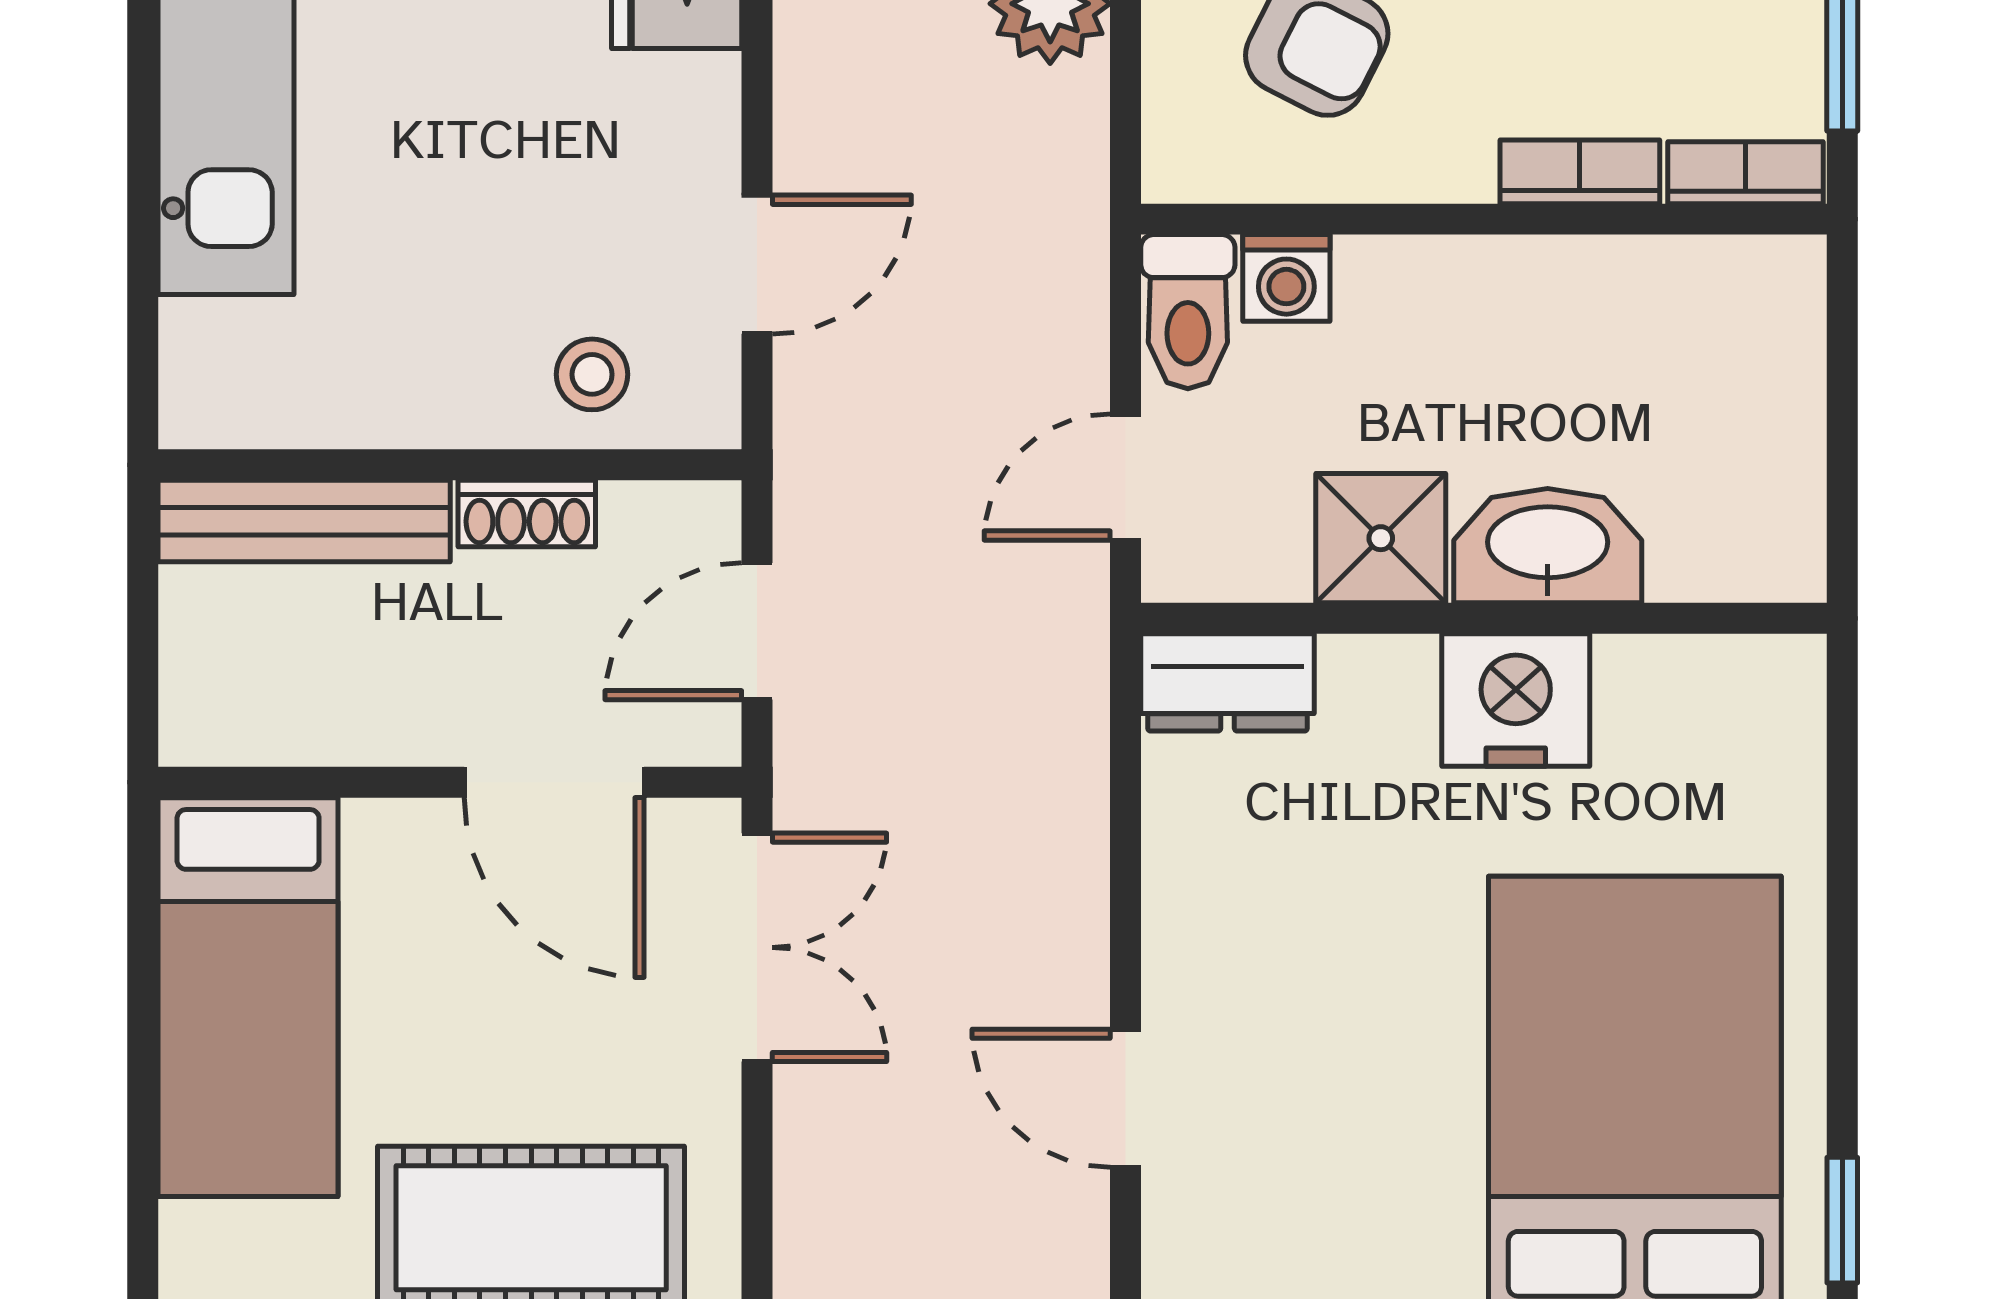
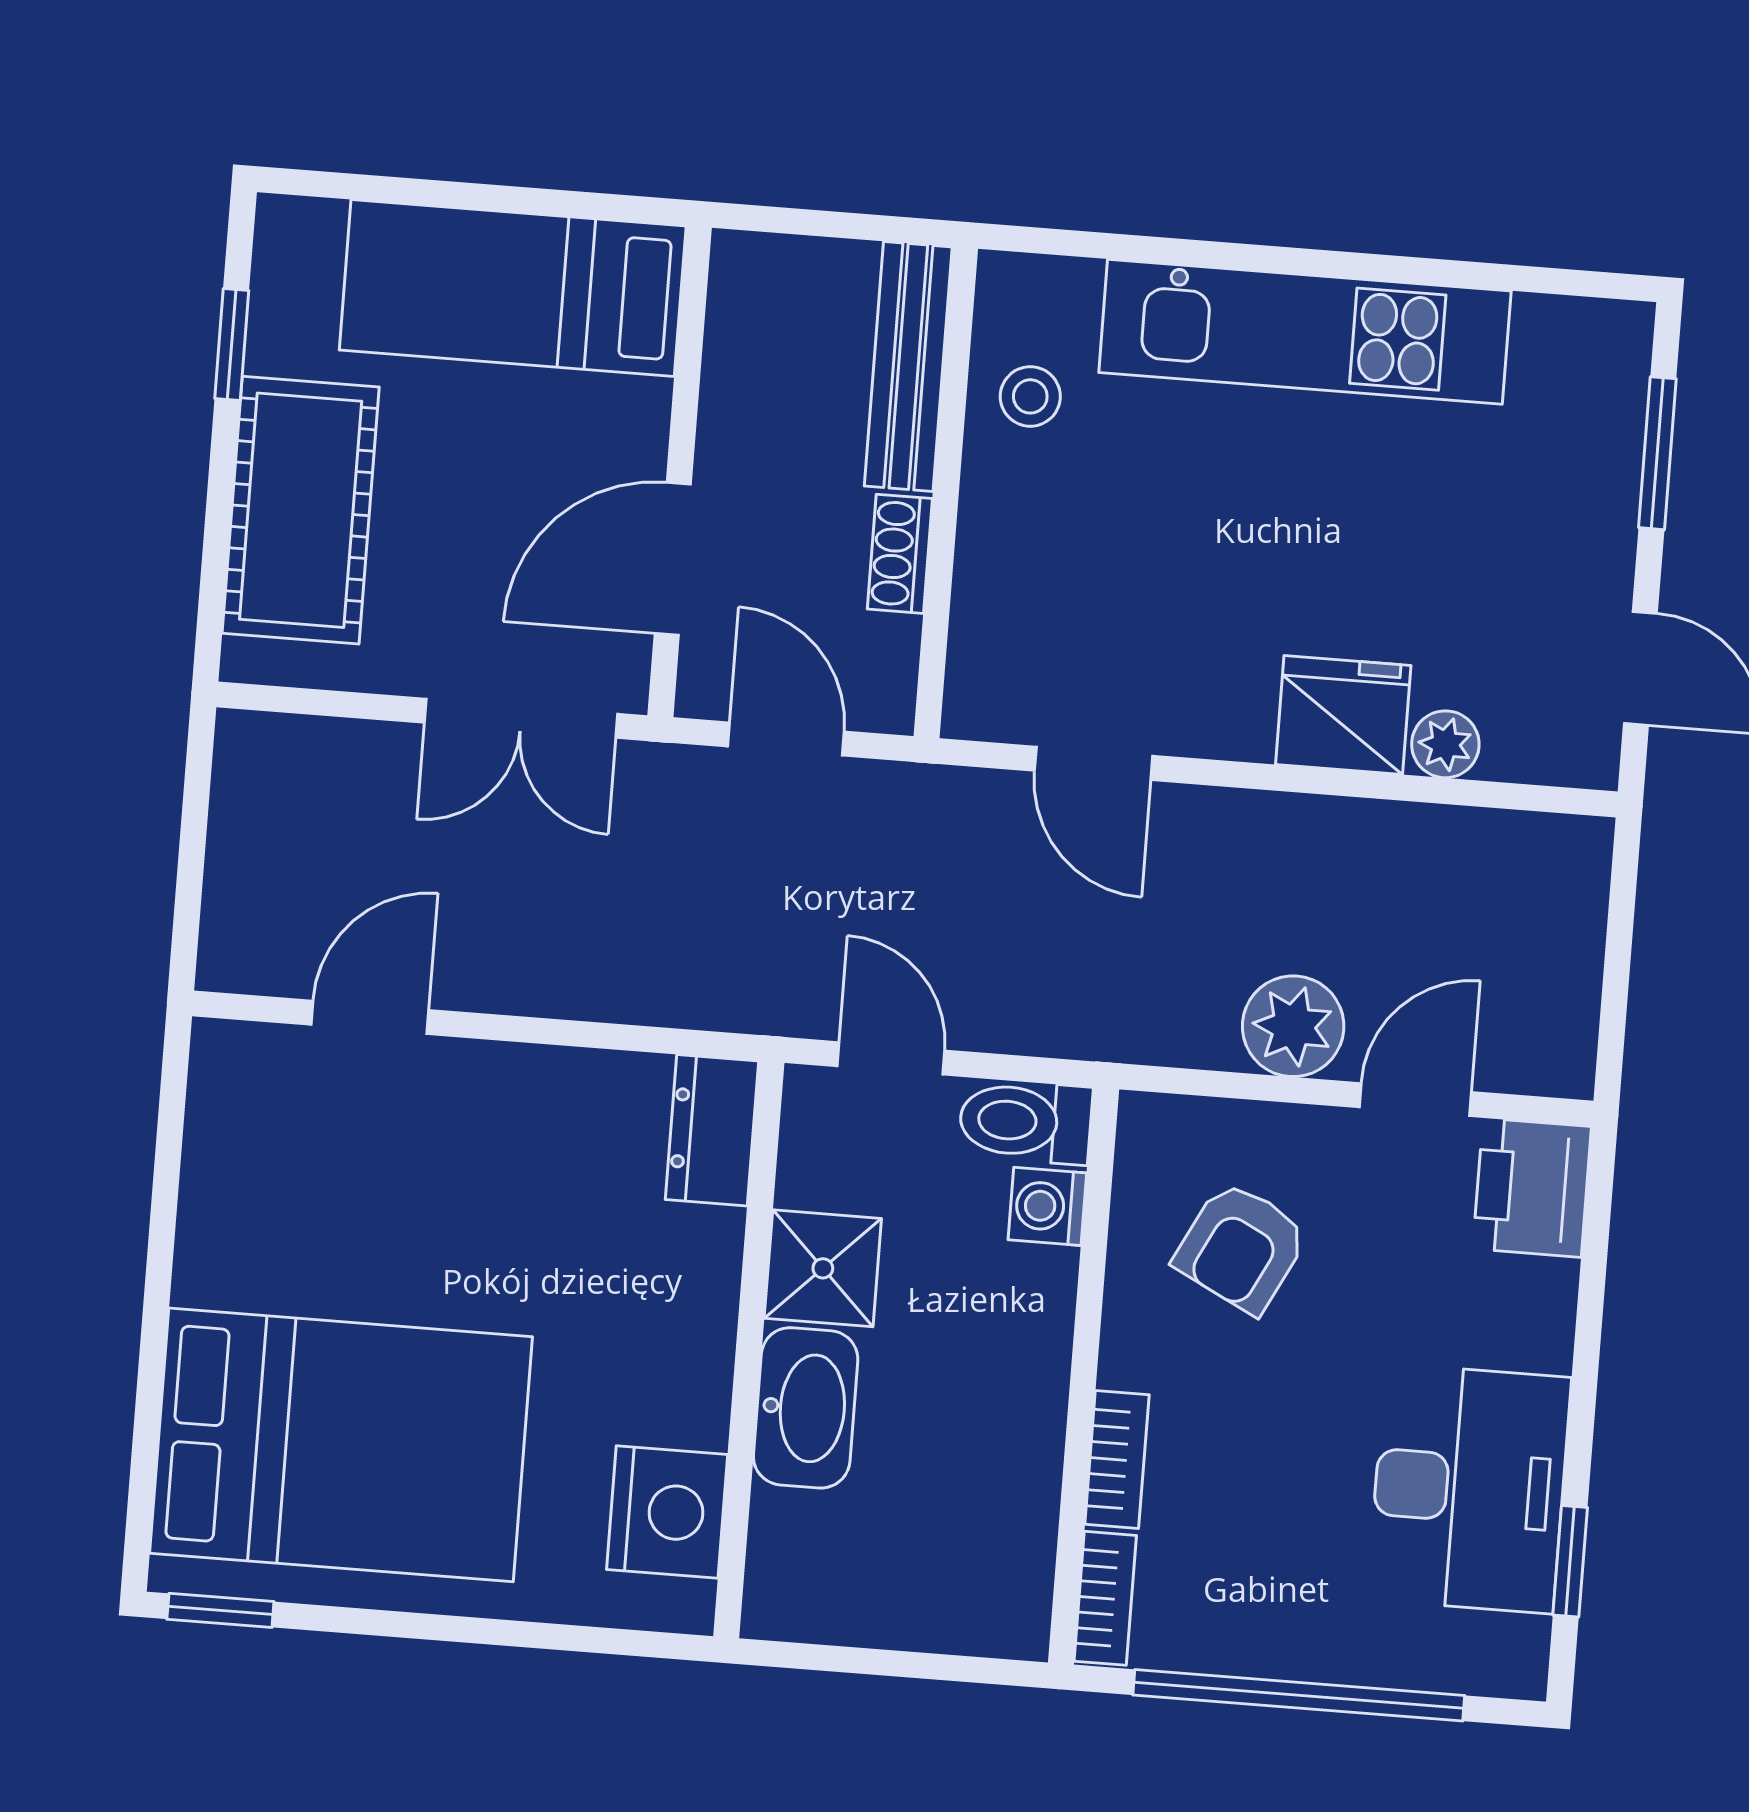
stool: (592, 374) -> (1030, 396), moved
nightstand: (1516, 700) -> (667, 1512), moved

